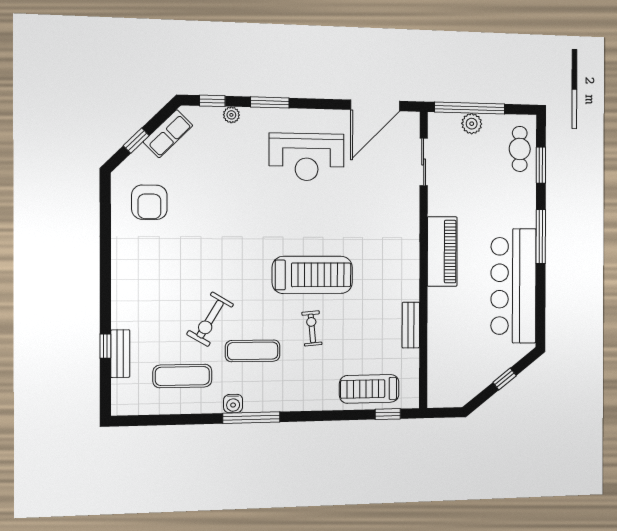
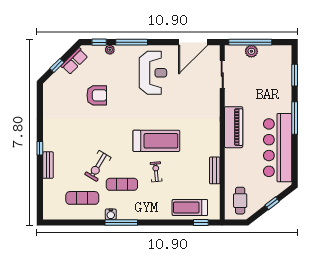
window: (270, 102) -> (132, 42), width x1.44
cafe table: (520, 149) -> (240, 201), moved
reception desk: (307, 157) -> (153, 73), turned -90
armchair: (149, 202) -> (97, 95), moved, turned -90
window: (105, 346) -> (40, 148), moved
bench: (120, 354) -> (48, 165), moved

